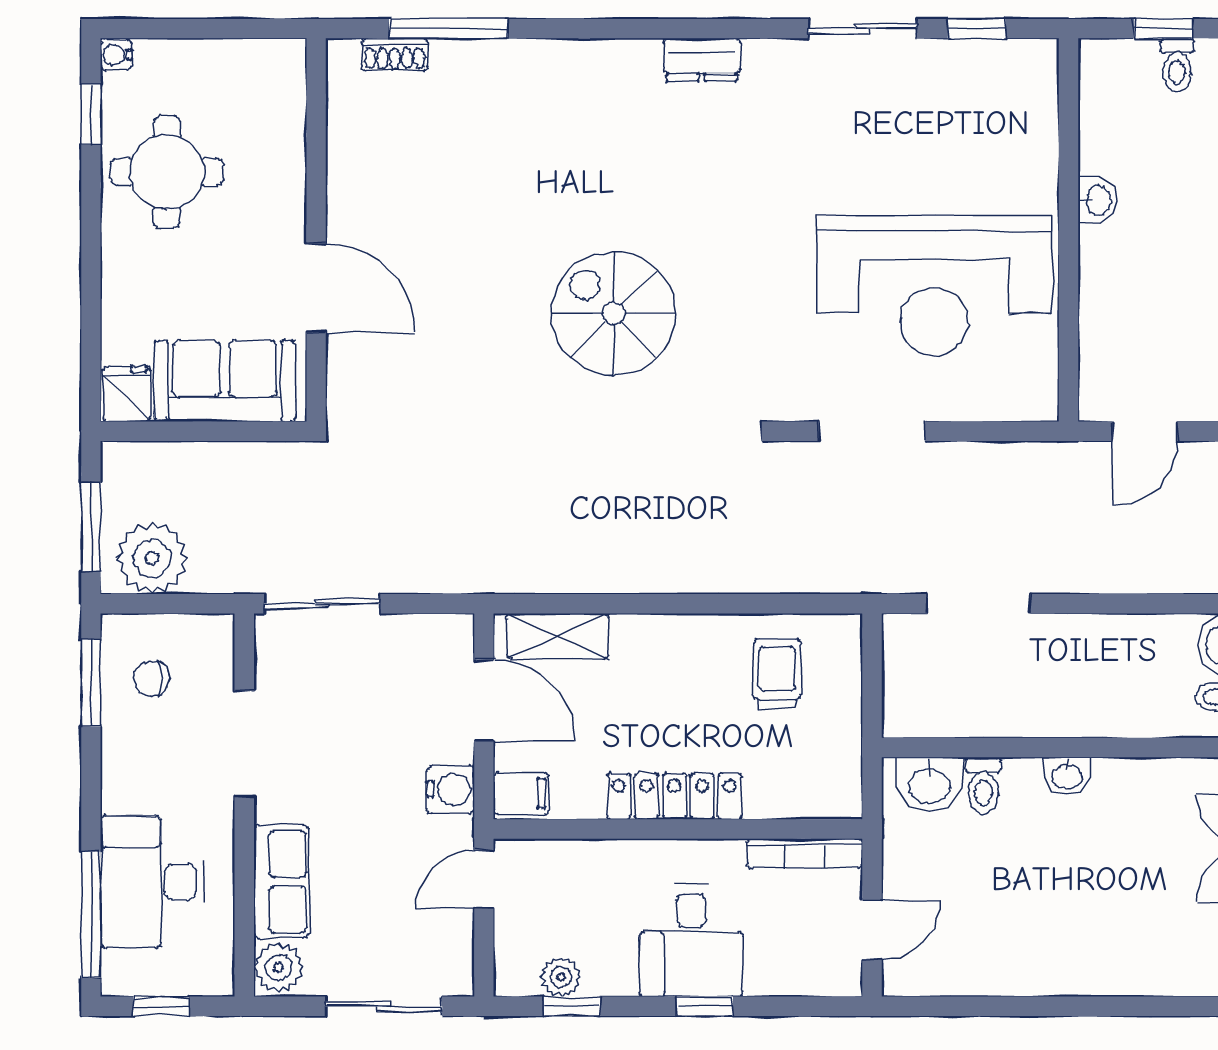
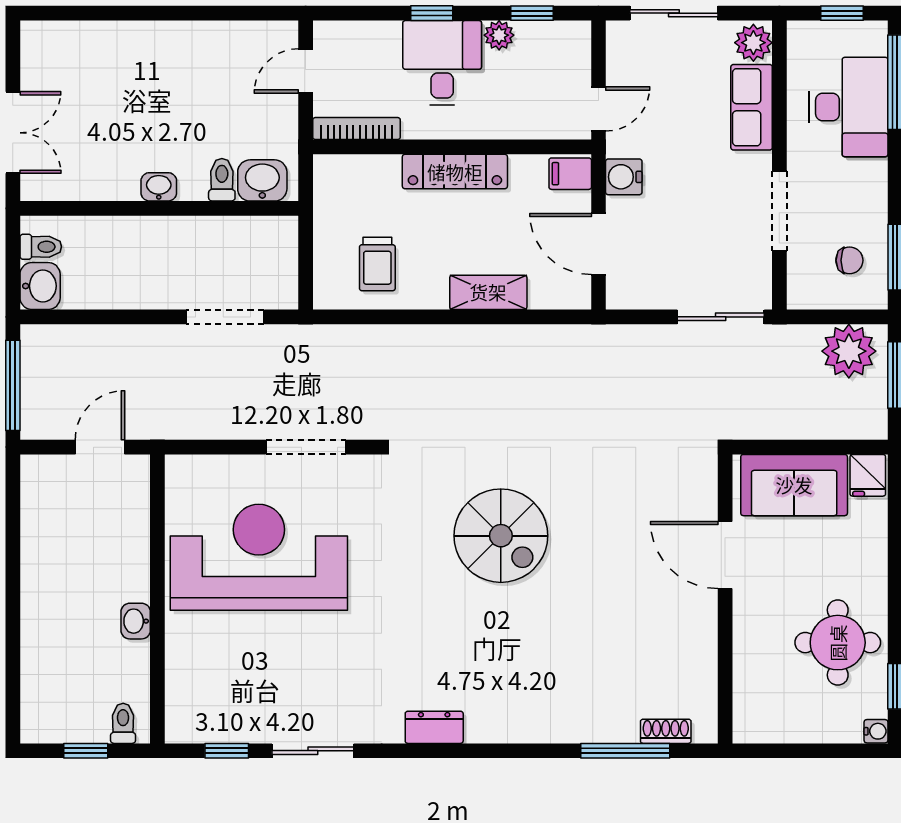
toilet: (1177, 65) -> (123, 723), moved
shelving: (557, 636) -> (488, 292), moved
plant: (561, 977) -> (499, 35), moved

